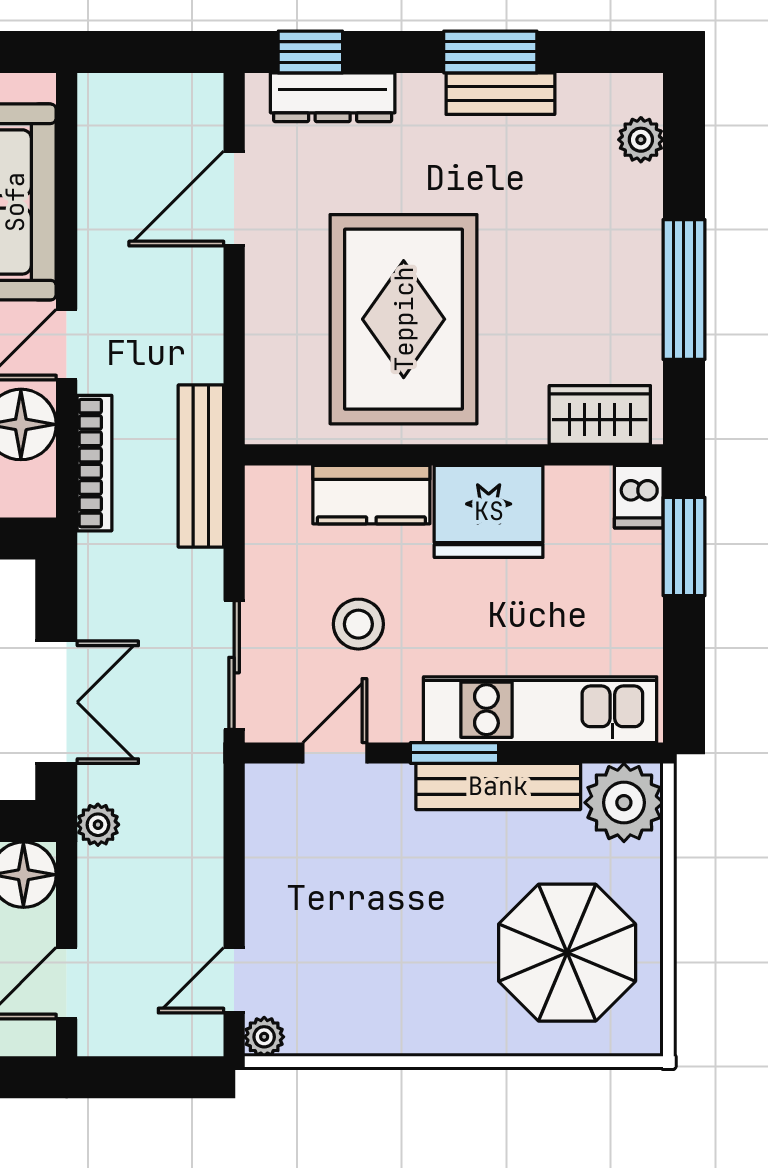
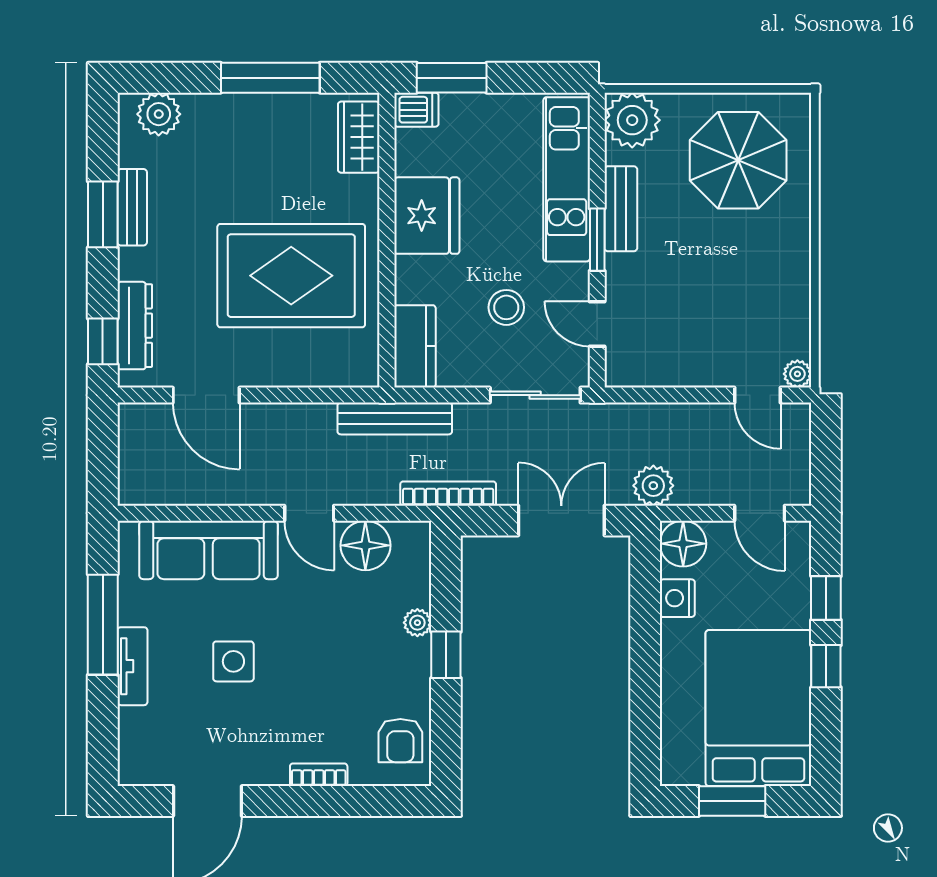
plant: (641, 140) -> (159, 114), width x1.38, depth x1.38
bookcase: (95, 463) -> (448, 494), moved
kitchen counter: (371, 495) -> (415, 346), moved
bench: (498, 786) -> (621, 209), width x0.73
plant: (98, 825) -> (653, 486), width x1.38, depth x1.38

